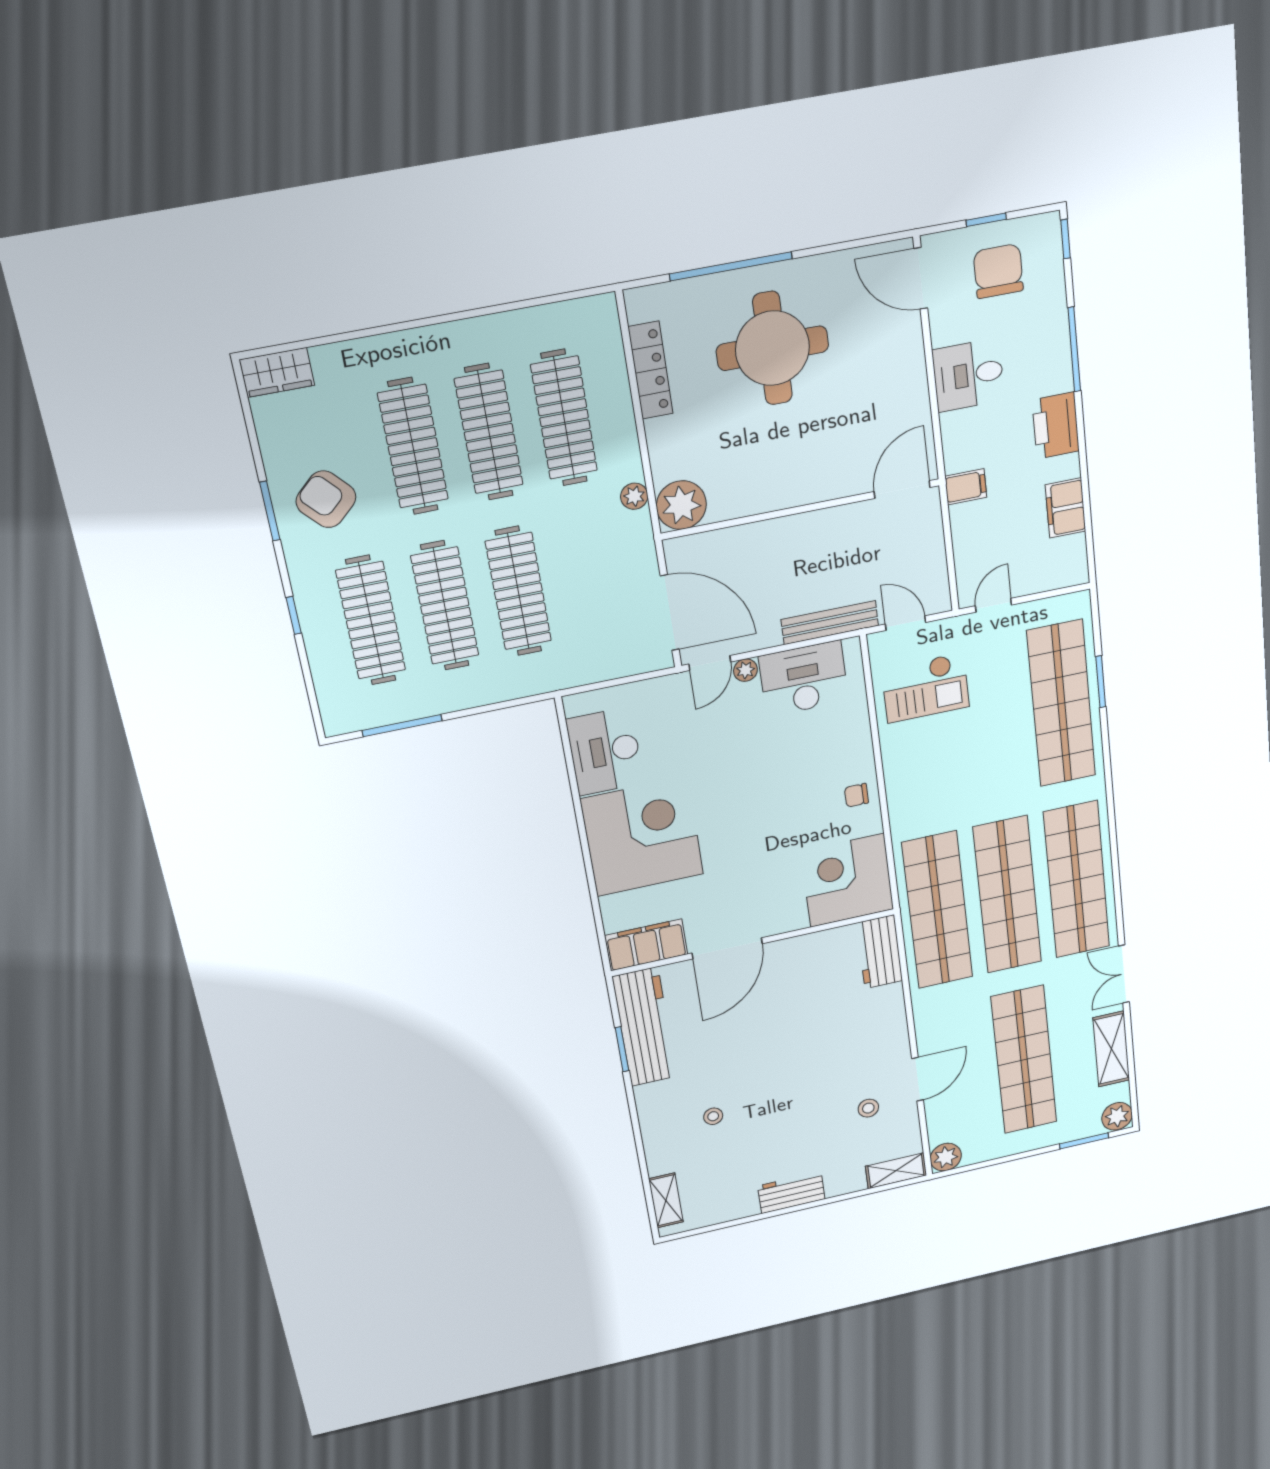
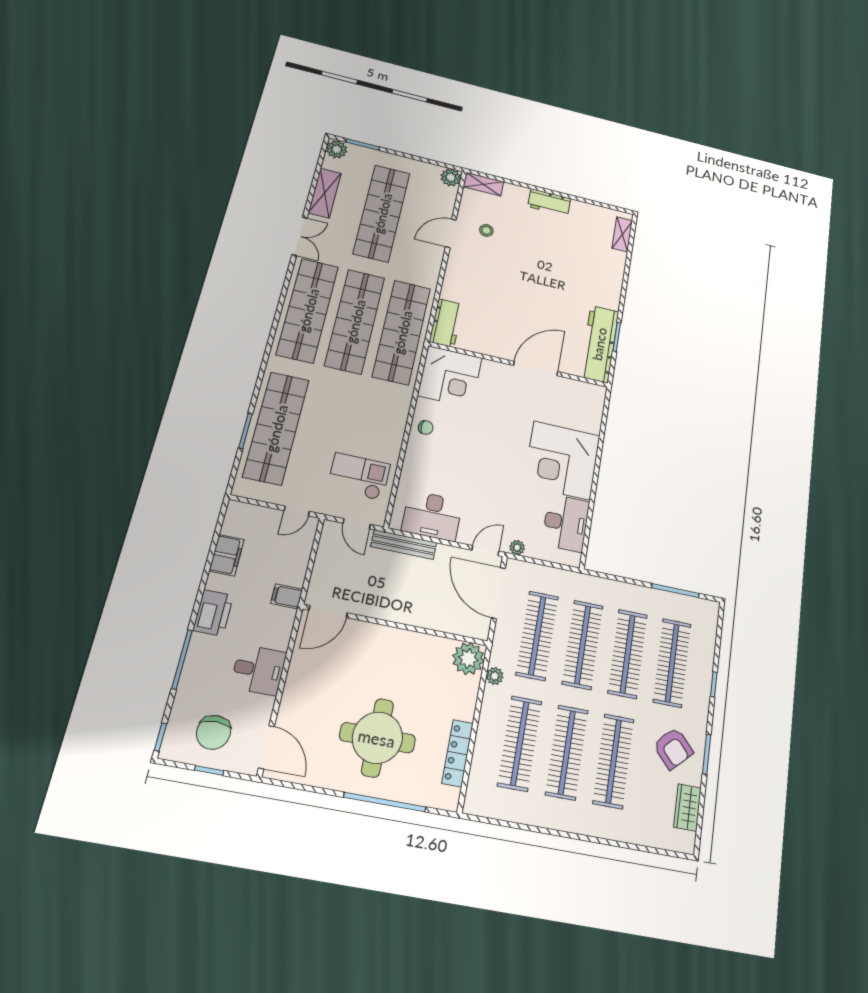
wardrobe: (277, 372) -> (687, 808), moved, turned -90
clothes rail: (591, 577) -> (537, 636), added
plant: (745, 670) -> (517, 548), moved
filing cabinet: (646, 945) -> (582, 393), removed
stool: (713, 1116) -> (578, 271), removed

